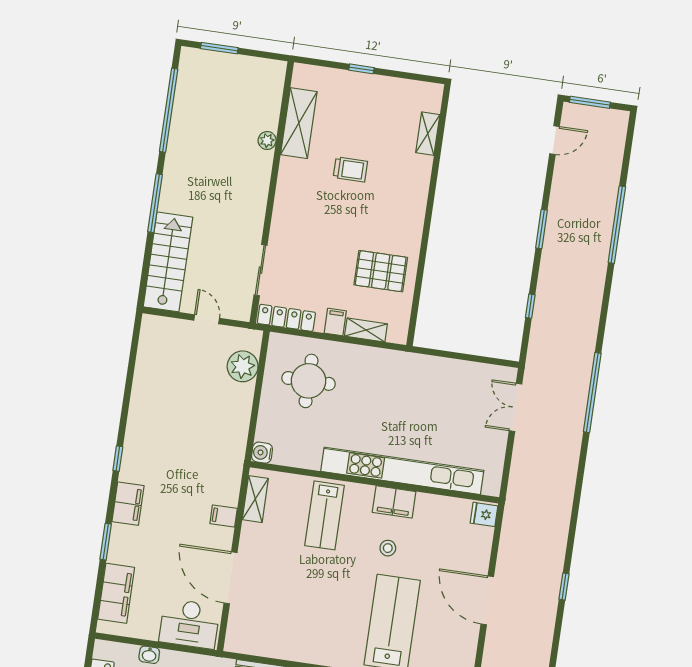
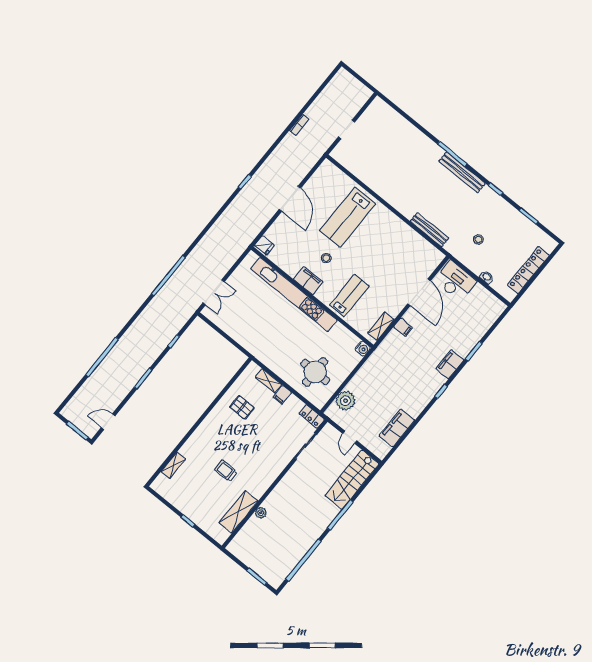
pallet: (381, 271) -> (242, 407), width x0.67, depth x0.71
locker: (286, 318) -> (312, 416), width x0.66
filing cabinet: (116, 593) -> (397, 428), moved

